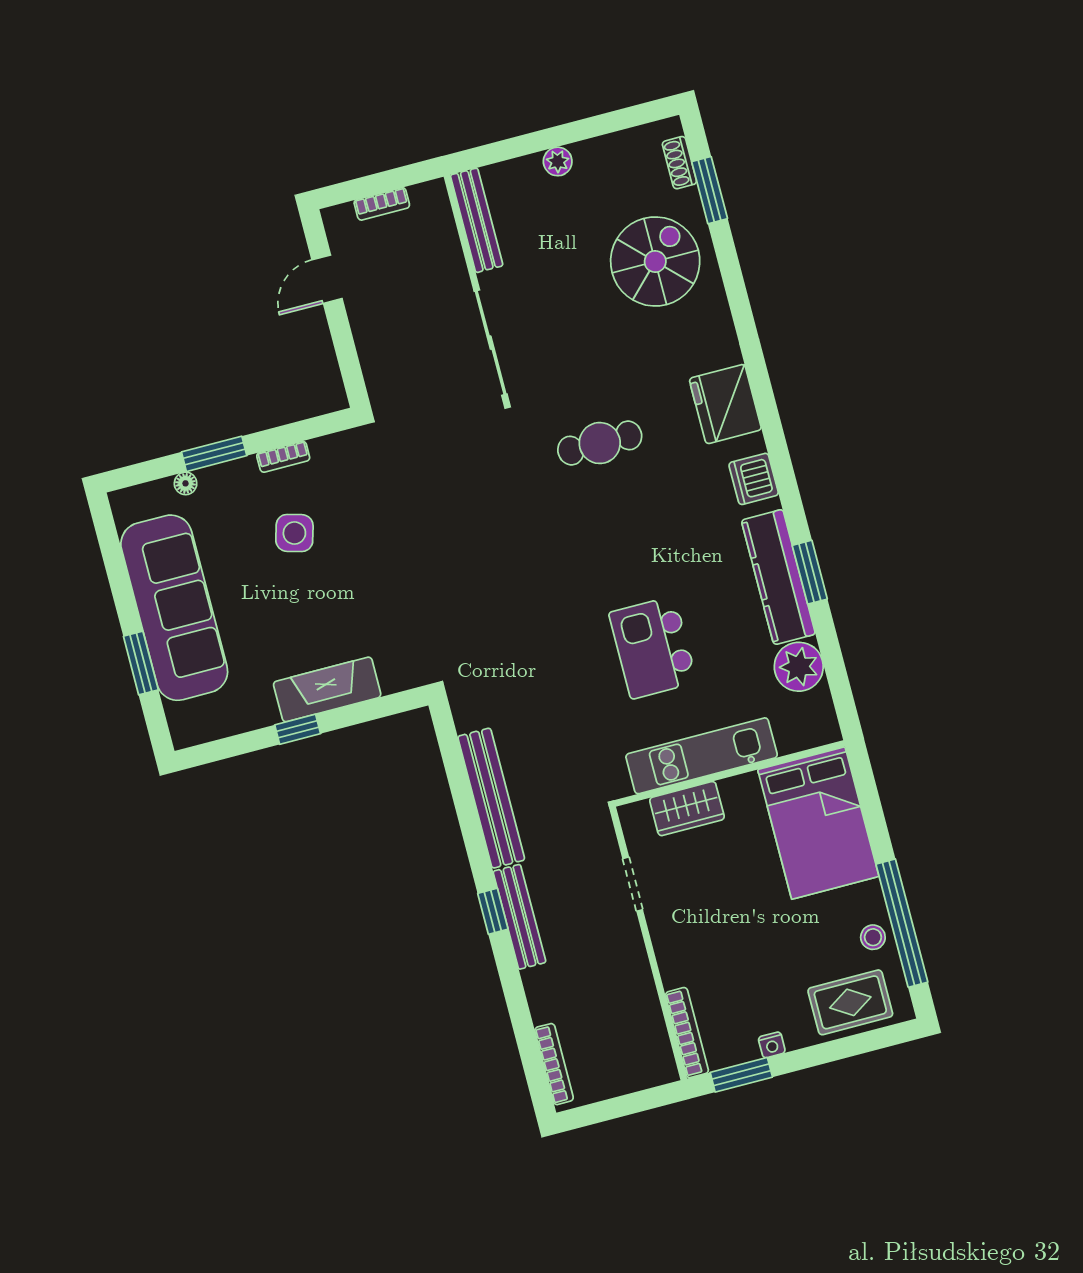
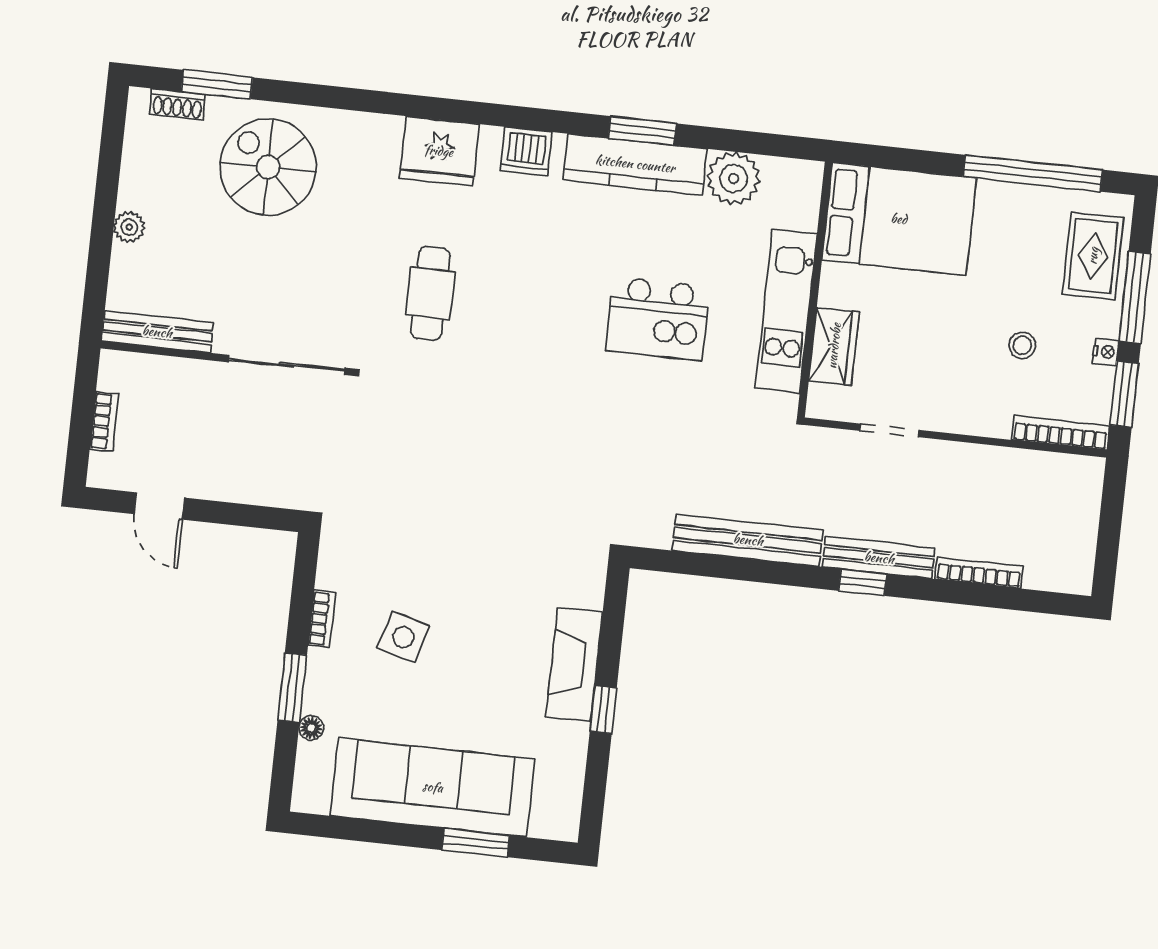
stool: (873, 937) -> (1022, 345), moved
window: (828, 1052) -> (1135, 297), added
bookcase: (554, 1064) -> (979, 573), moved

